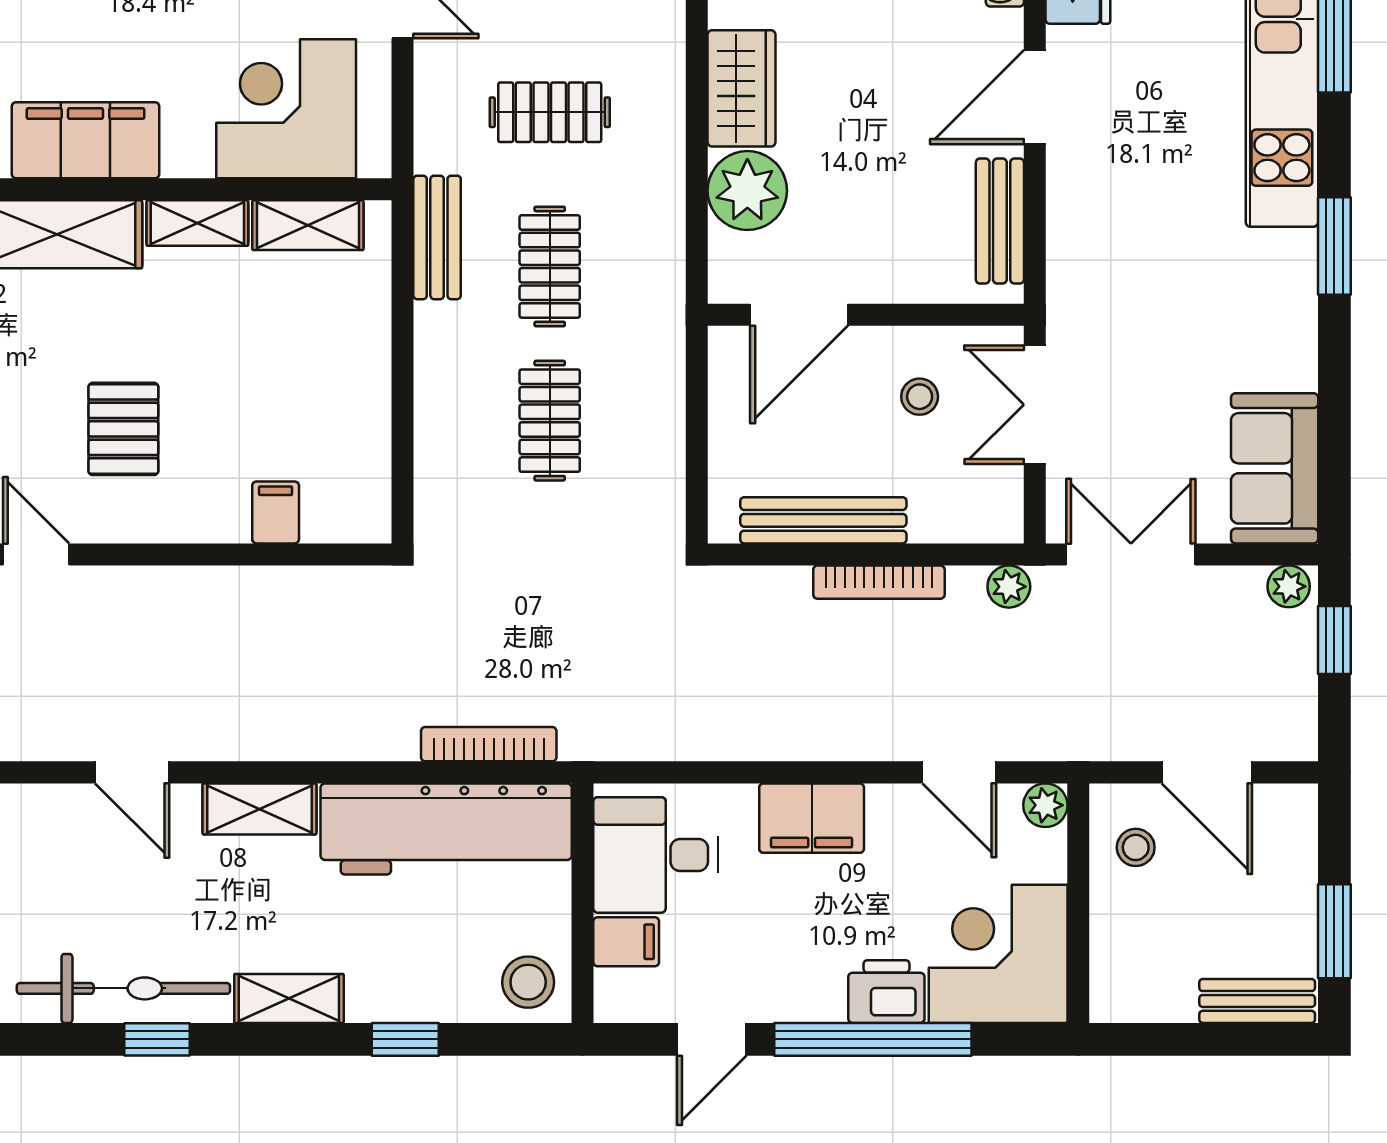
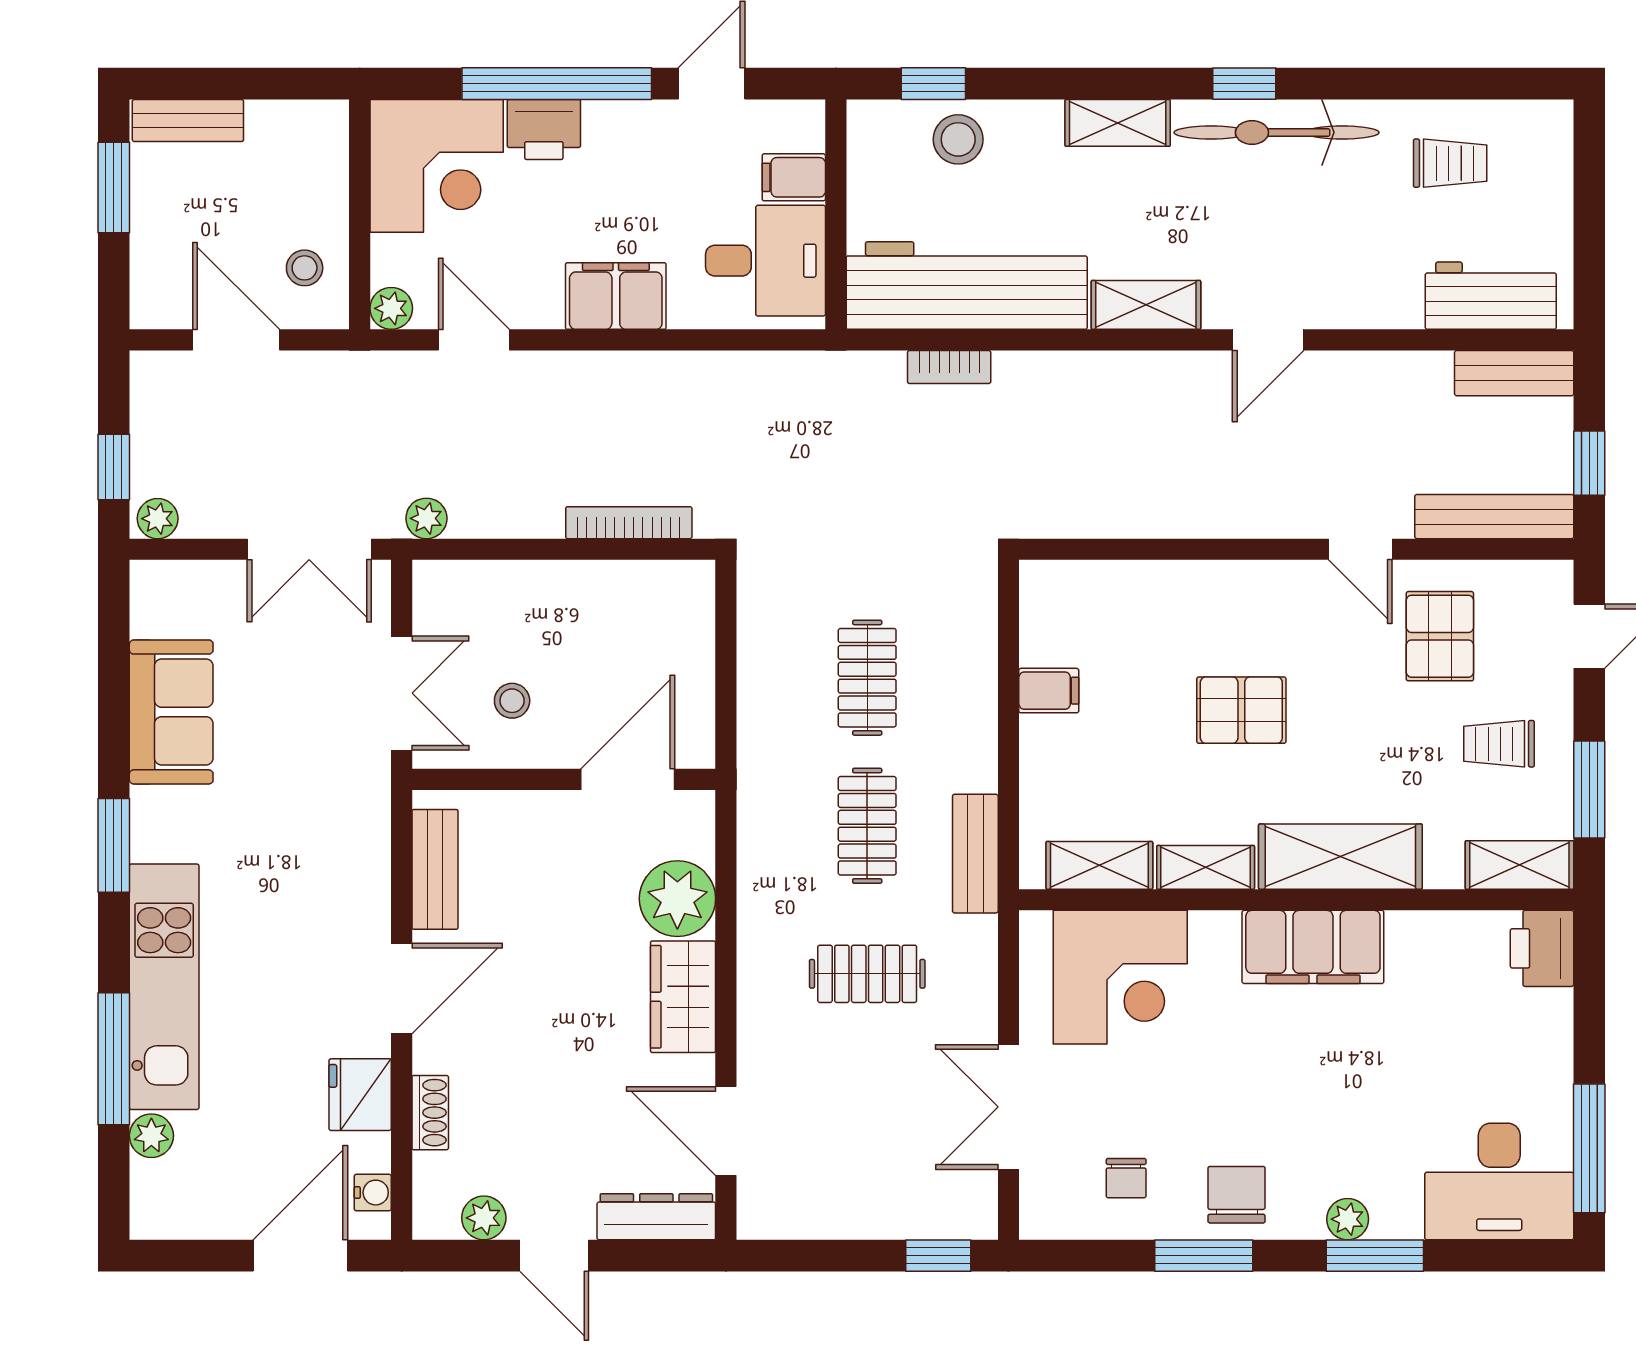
pallet: (123, 429) -> (1241, 710), moved, turned 90
sofa: (1275, 468) -> (171, 712), moved
filing cabinet: (276, 512) -> (1049, 691), moved, turned -90
bench: (823, 520) -> (604, 582), removed
bookcase: (879, 582) -> (629, 523), moved
bookcase: (489, 744) -> (949, 367), width x0.64
door: (132, 772) -> (1268, 340), swing flipped
stool: (528, 982) -> (958, 139), moved
window: (405, 1039) -> (933, 84), moved

